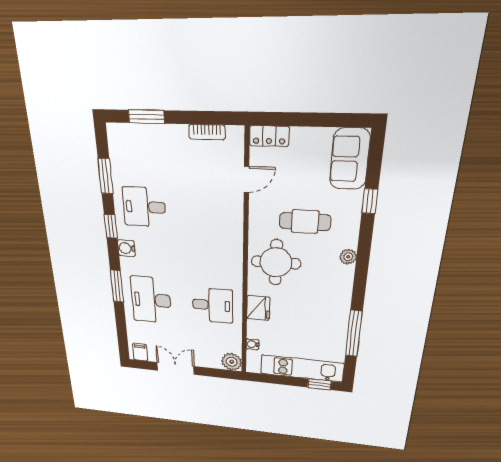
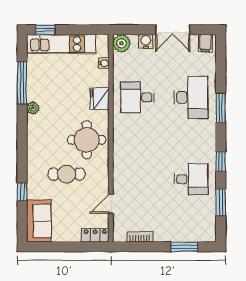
water cooler: (126, 248) -> (146, 41), moved, turned -90
plant: (348, 257) -> (33, 108), moved

